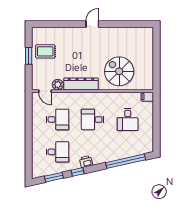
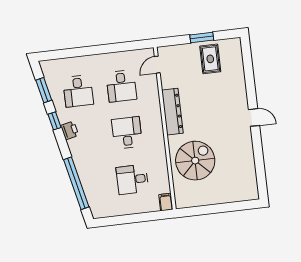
plant: (58, 85) -> (168, 81), removed

